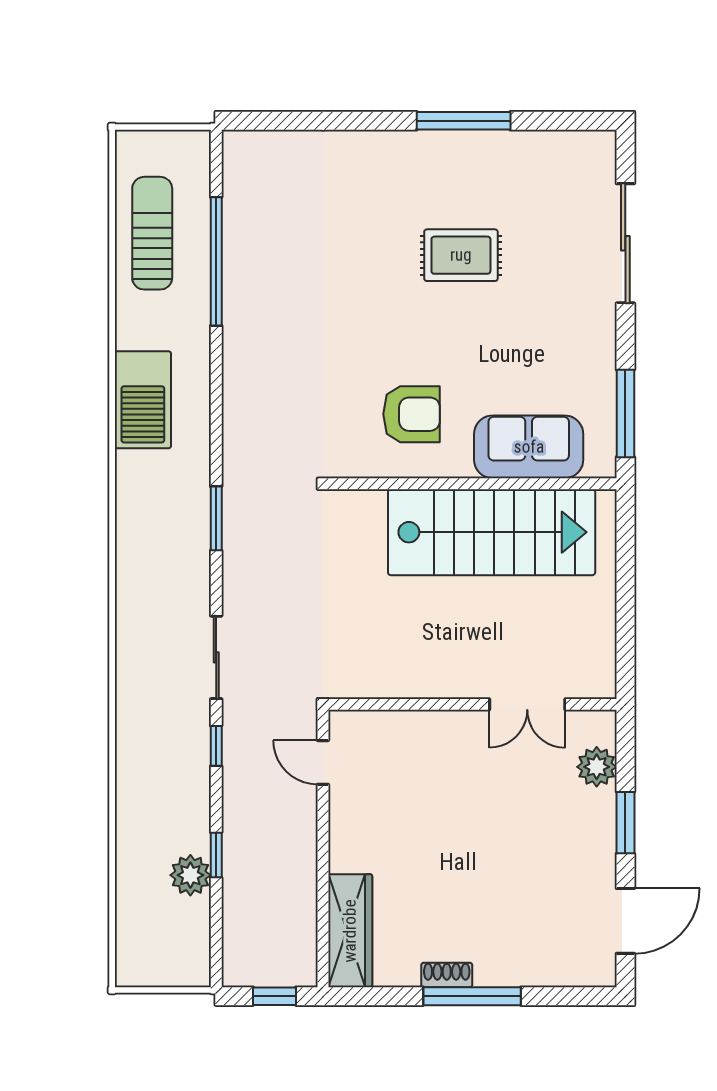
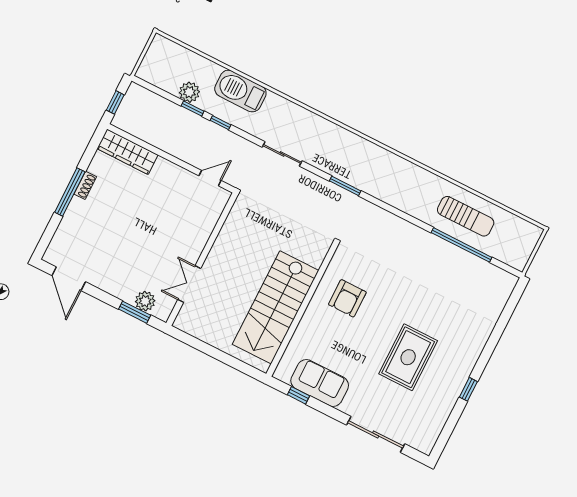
window: (464, 121) -> (468, 389), width x0.46
sun lounger: (152, 233) -> (466, 216), moved
rug: (461, 255) -> (408, 357), width x1.36, depth x1.43
barbecue: (143, 400) -> (240, 91), moved
window: (625, 413) -> (299, 395), width x0.46
sofa: (529, 447) -> (320, 383), moved, turned -90
window: (216, 746) -> (221, 123), moved
window: (625, 823) -> (135, 312), moved

